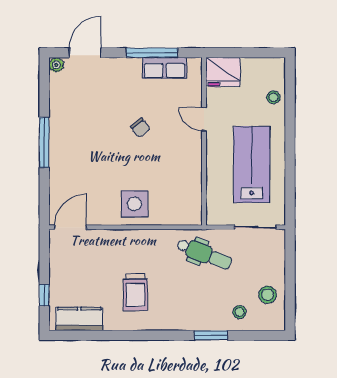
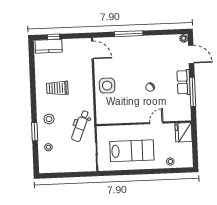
row of seats: (165, 68) -> (184, 82), moved
window: (44, 142) -> (129, 34), moved
stool: (268, 295) -> (49, 119), moved
kitchen counter: (79, 319) -> (49, 46), moved, turned 90

